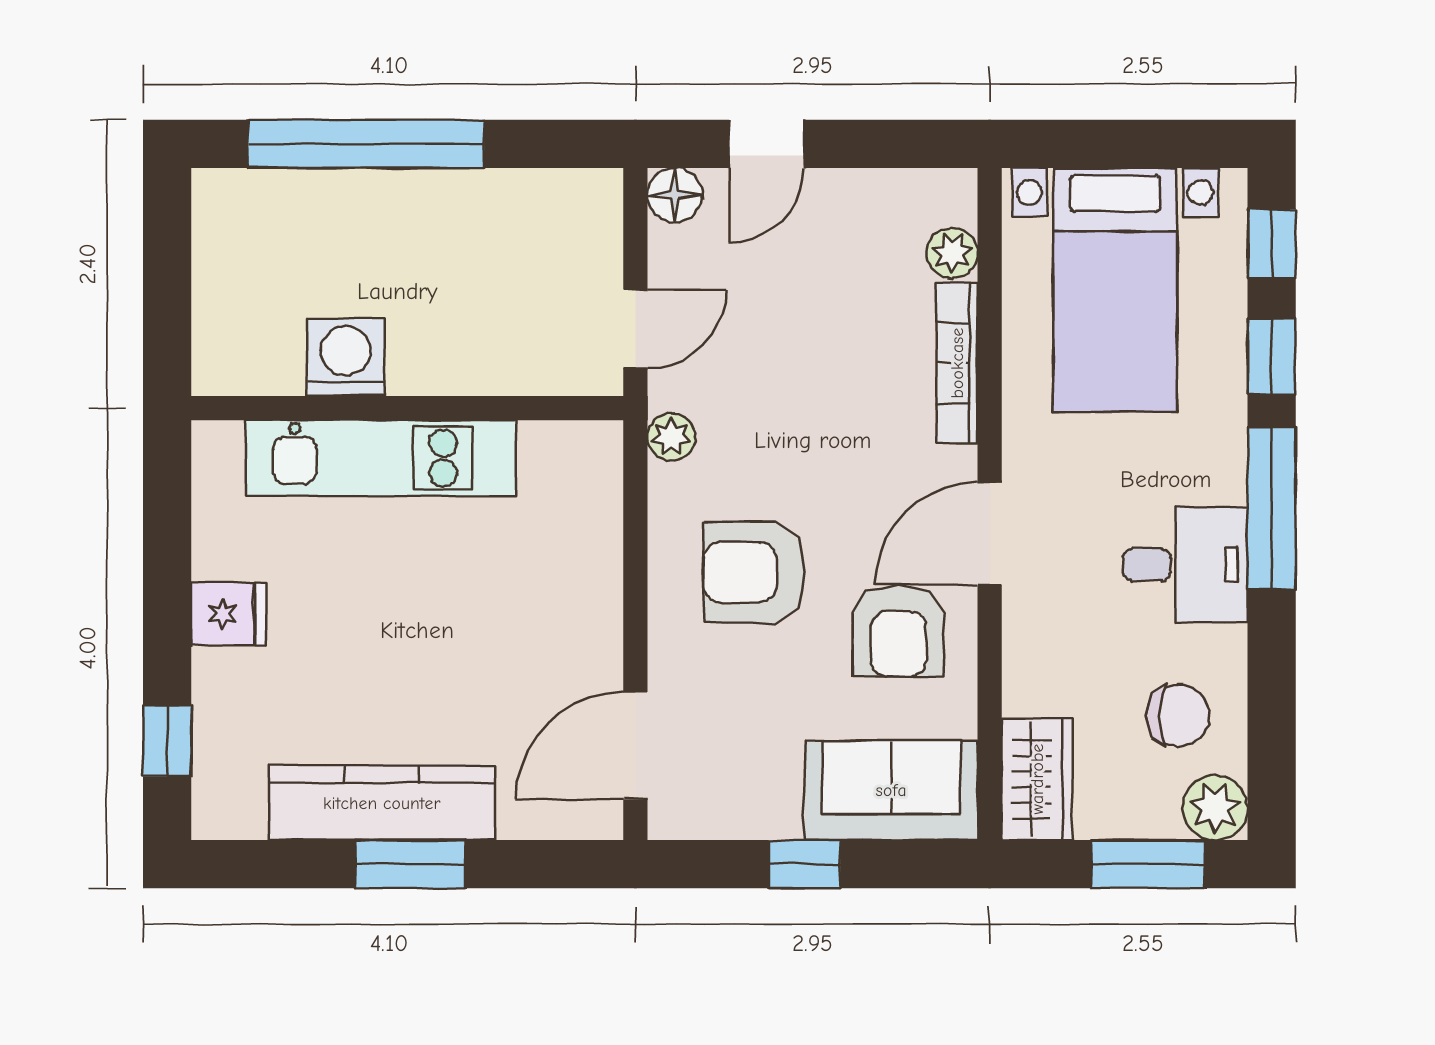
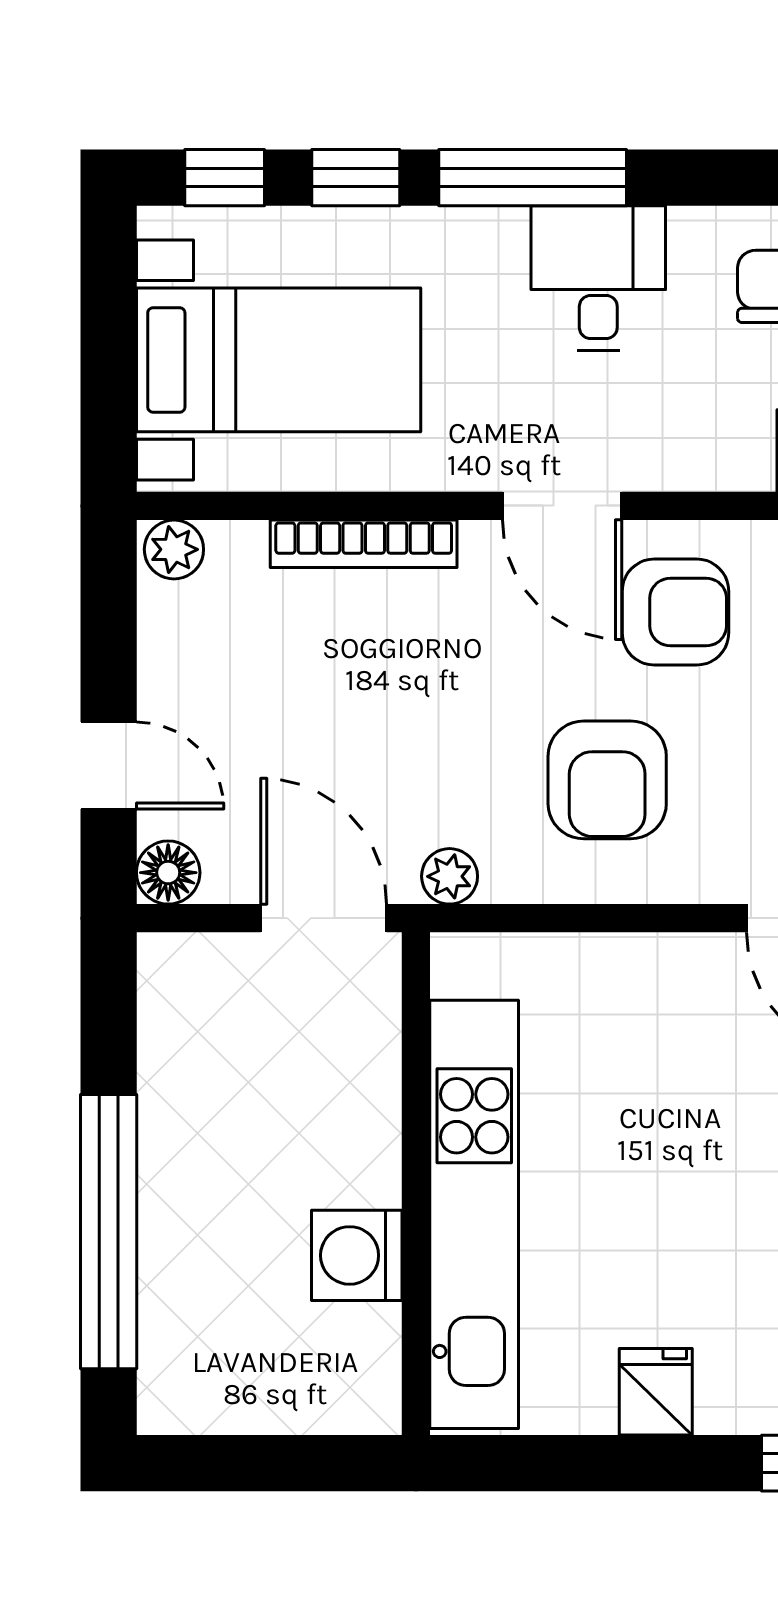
plant: (952, 253) -> (174, 549), moved
door: (635, 329) -> (324, 918), width x1.38
kitchen unit: (381, 458) -> (474, 1214), width x1.36

